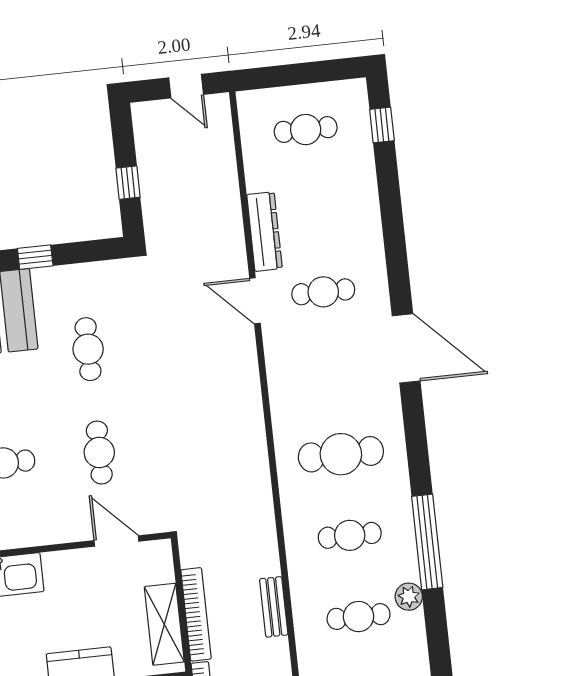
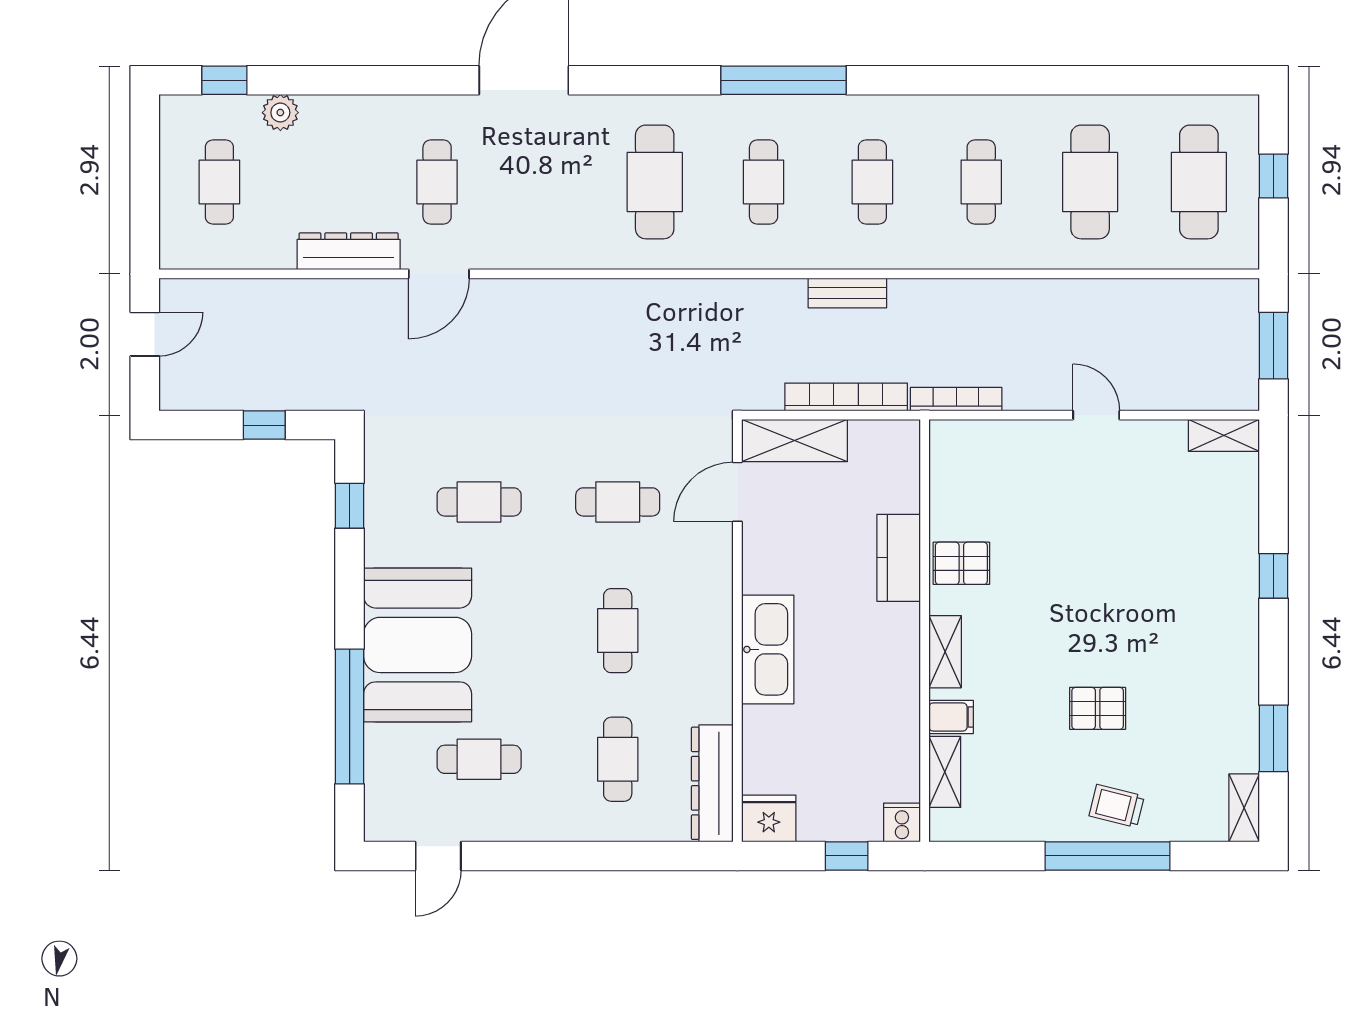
window: (35, 257) -> (350, 506), moved
plant: (409, 597) -> (280, 113), moved
shelving: (164, 624) -> (795, 440), moved

